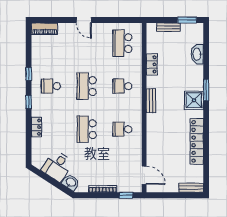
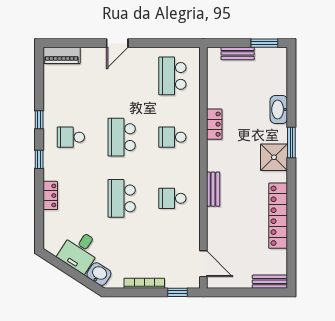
door: (84, 20) -> (117, 43), hinge flipped
washbasin: (197, 54) -> (279, 109), moved
locker: (152, 64) -> (214, 124), moved
bench: (151, 101) -> (213, 189), moved

